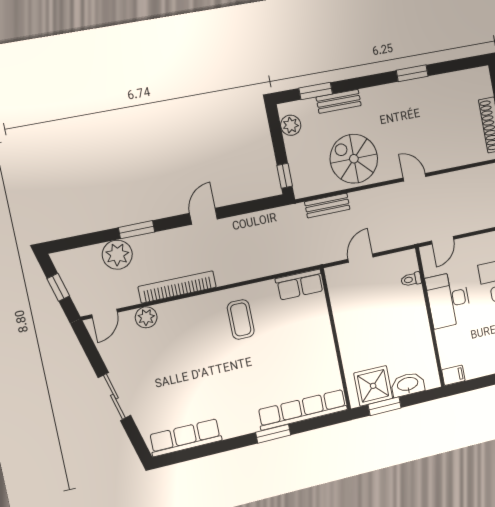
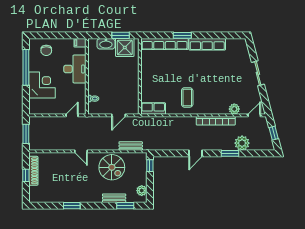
desk: (448, 300) -> (75, 69), moved
row of seats: (185, 438) -> (207, 44), moved

